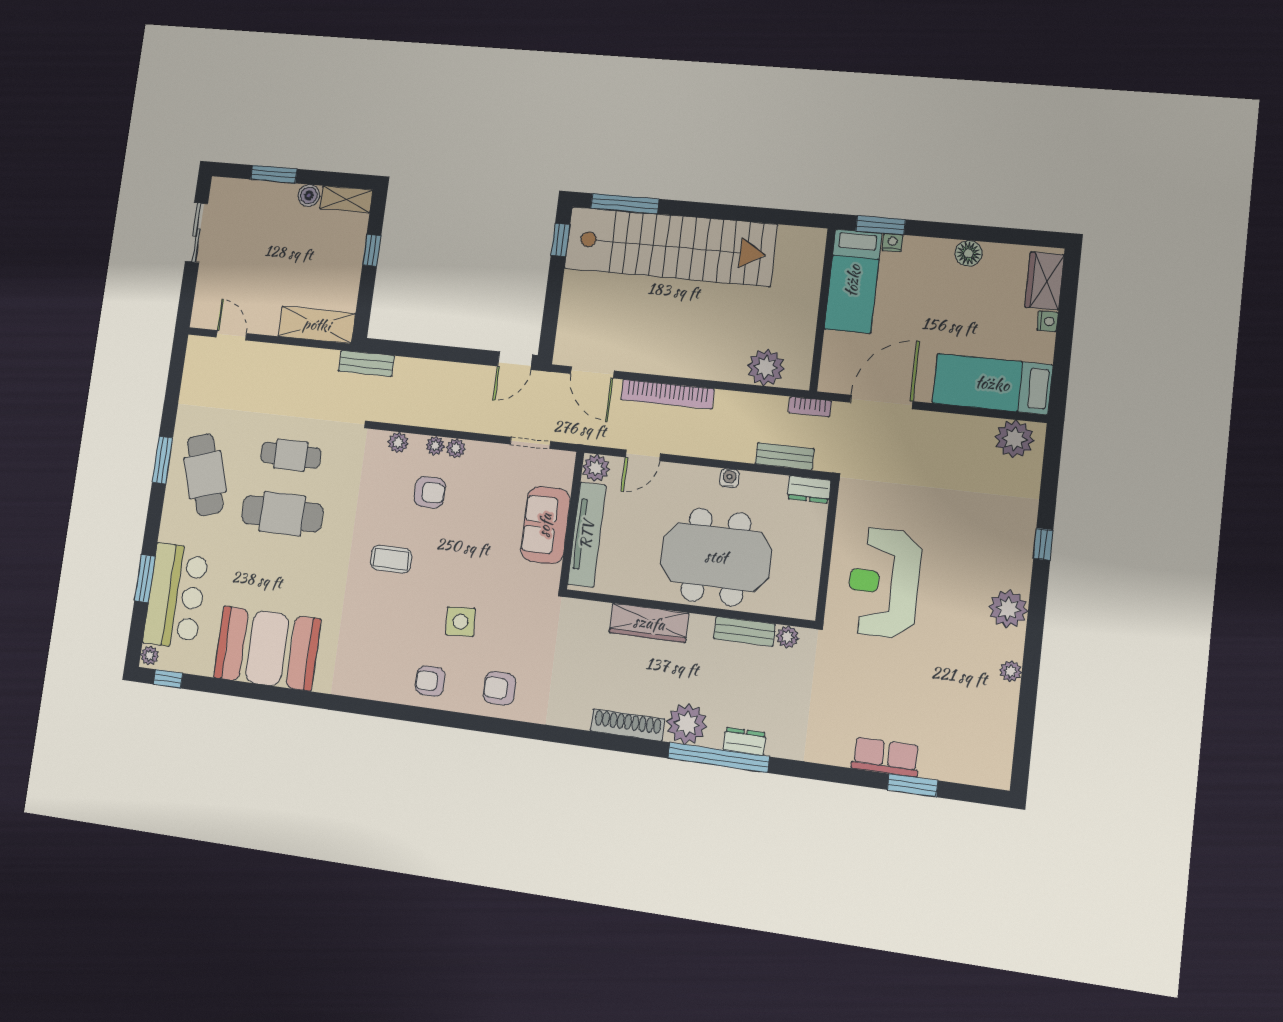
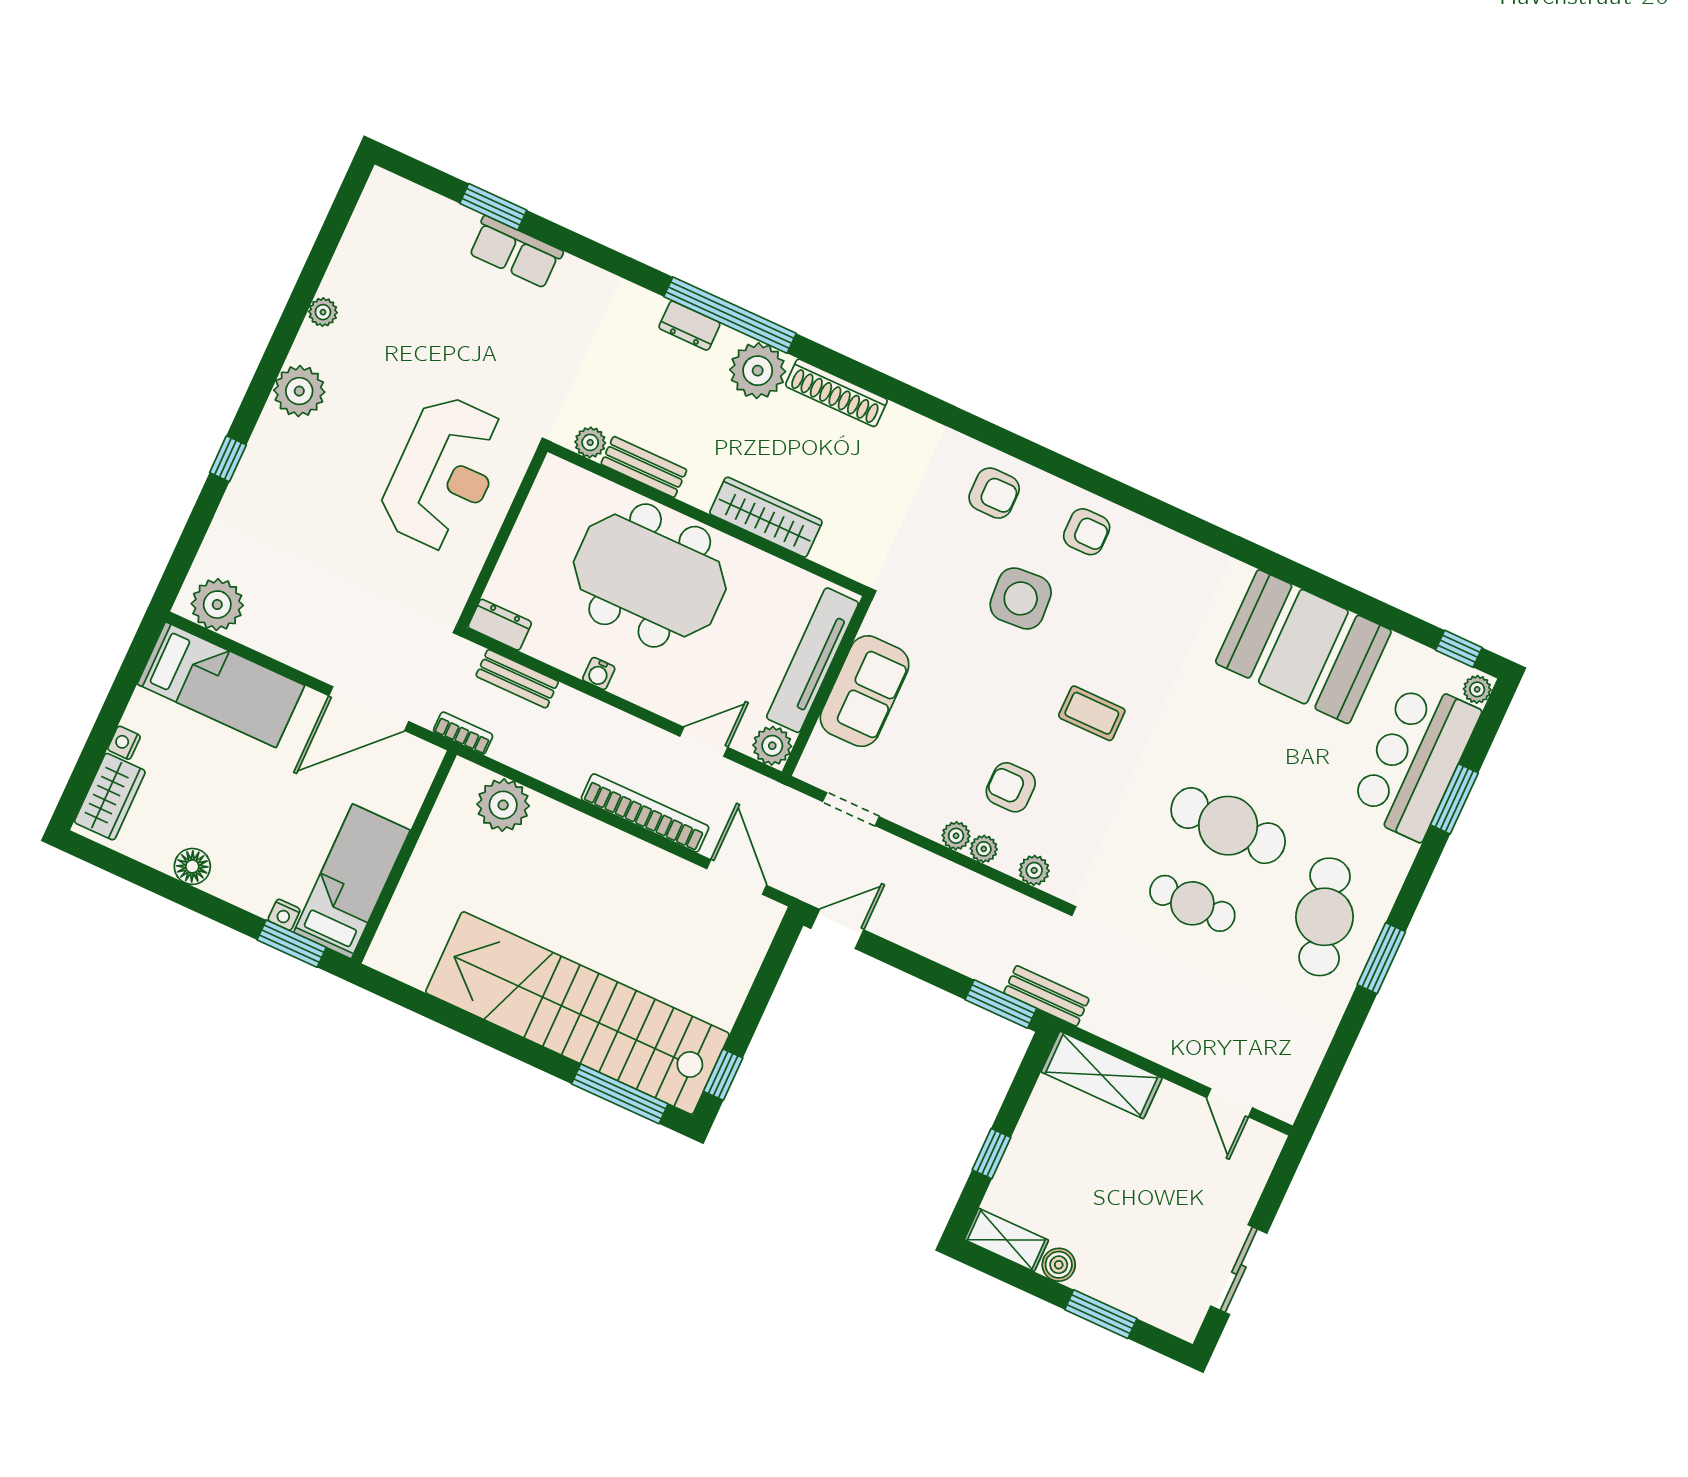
window: (394, 348) -> (1001, 1004), added
side table: (460, 622) -> (1021, 598), width x1.37, depth x1.37

